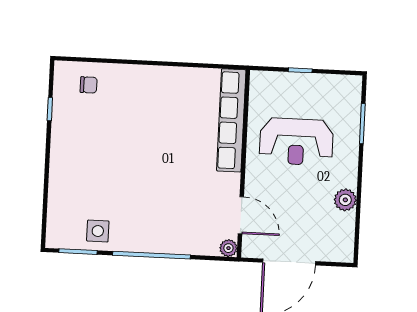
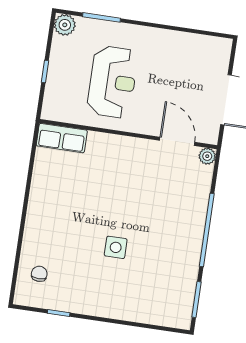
row of seats: (231, 120) -> (62, 138), width x0.50
plant: (345, 200) -> (65, 25), moved
door: (241, 215) -> (177, 141), hinge flipped
side table: (98, 231) -> (116, 247), moved

